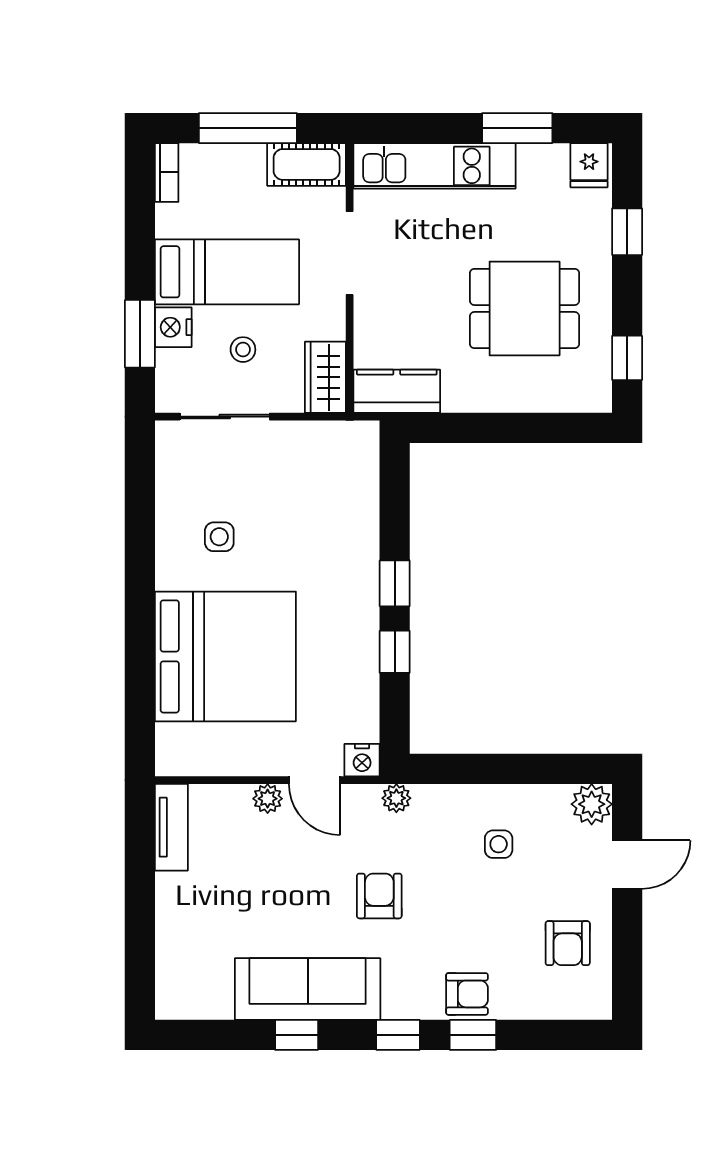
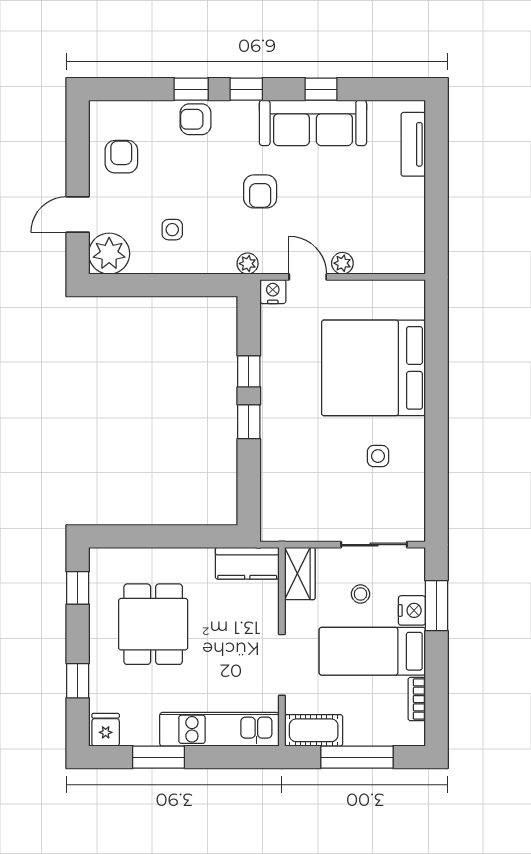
bookcase: (167, 172) -> (417, 699), moved
dining table: (525, 309) -> (153, 624), turned 90
plant: (592, 804) -> (109, 254), width x1.36, depth x1.36
tv unit: (171, 827) -> (413, 144), moved

